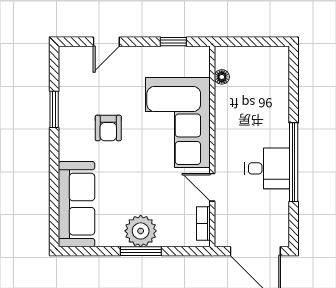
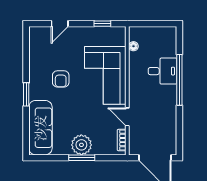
window: (54, 109) -> (26, 94), moved
window: (294, 162) -> (179, 80), moved
desk: (267, 168) -> (162, 71), moved

